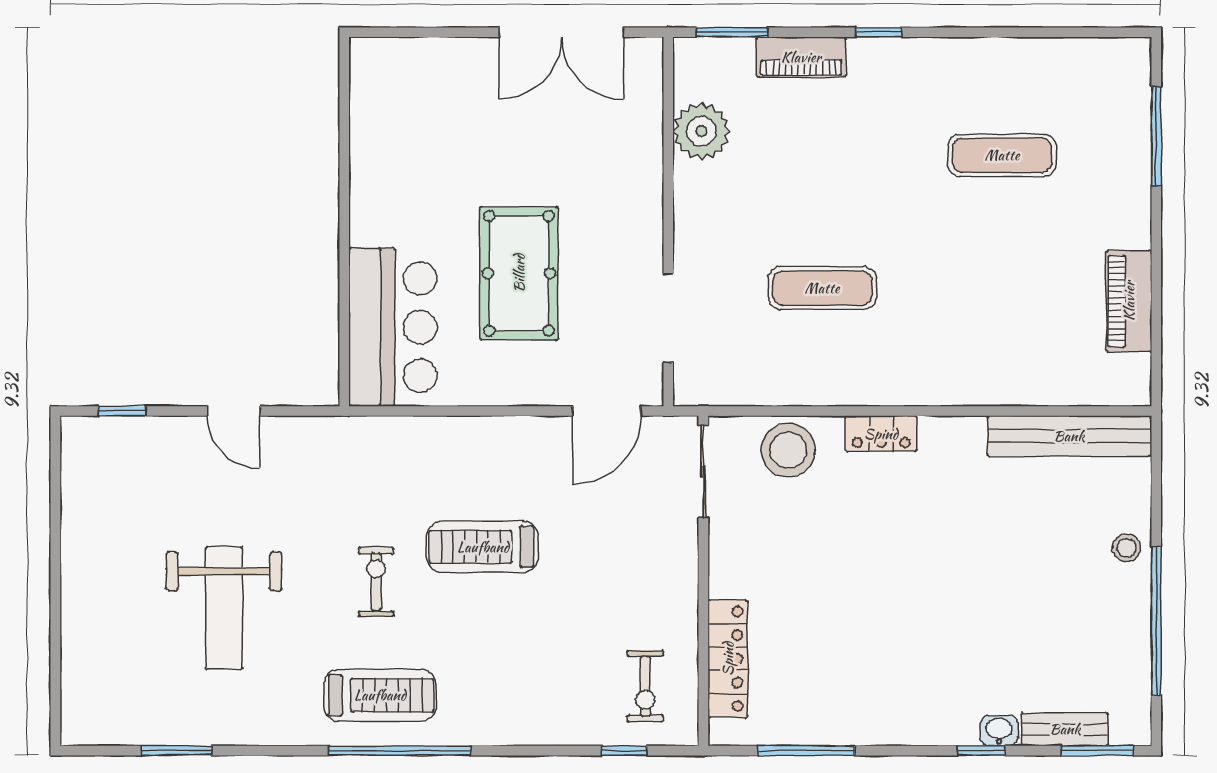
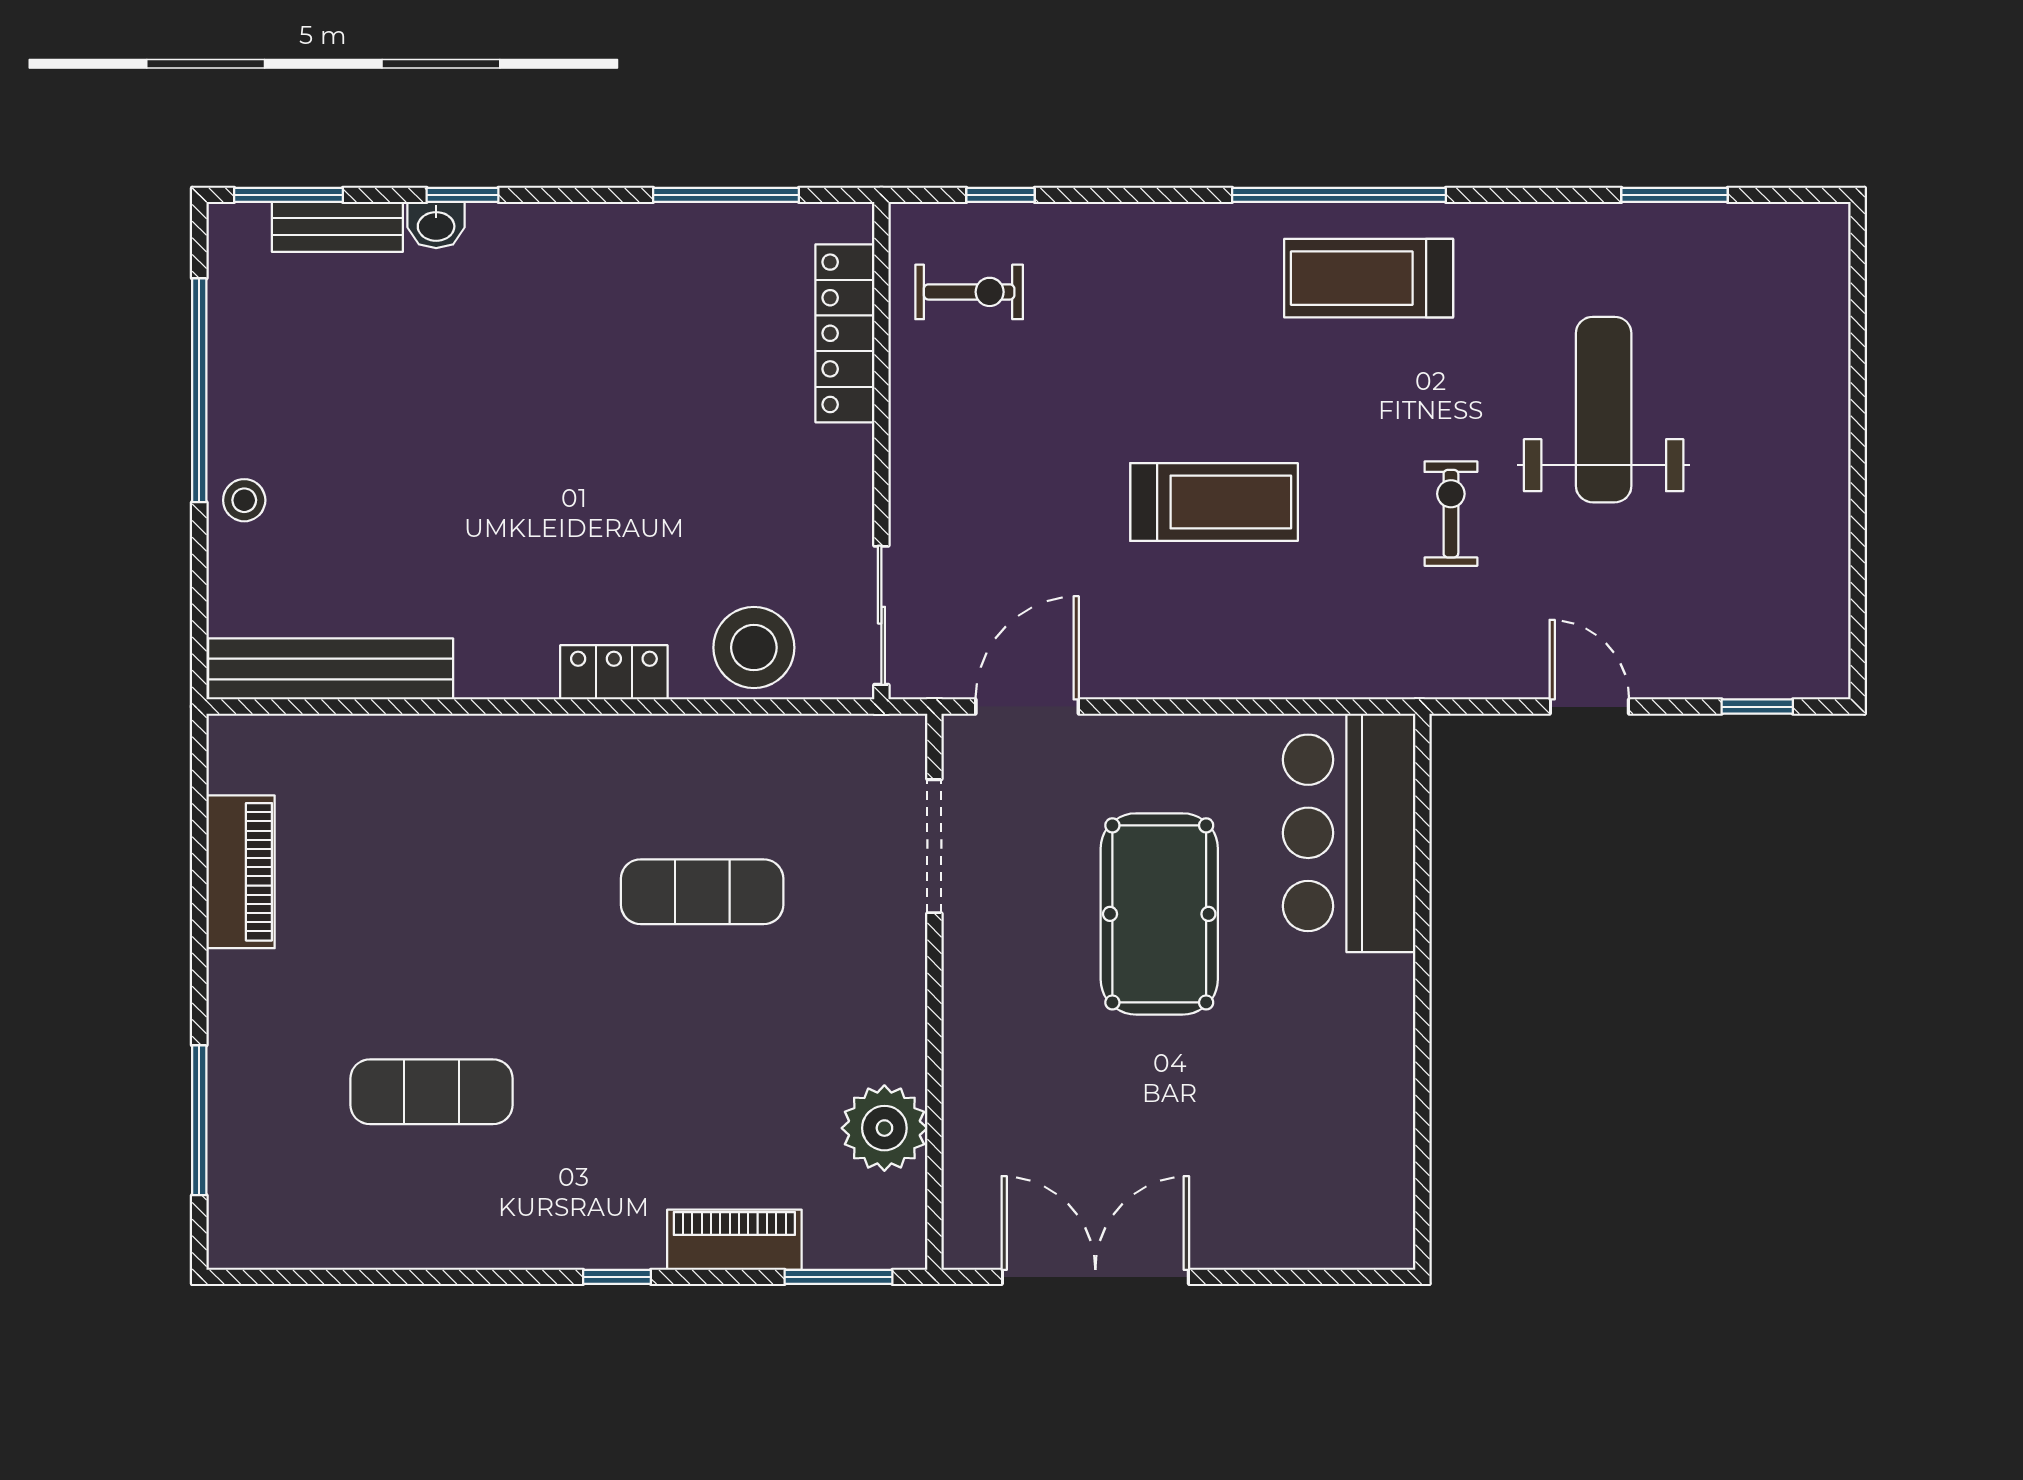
exercise bike: (376, 582) -> (1451, 514), moved, turned 180
exercise bike: (645, 686) -> (969, 292), turned 90

